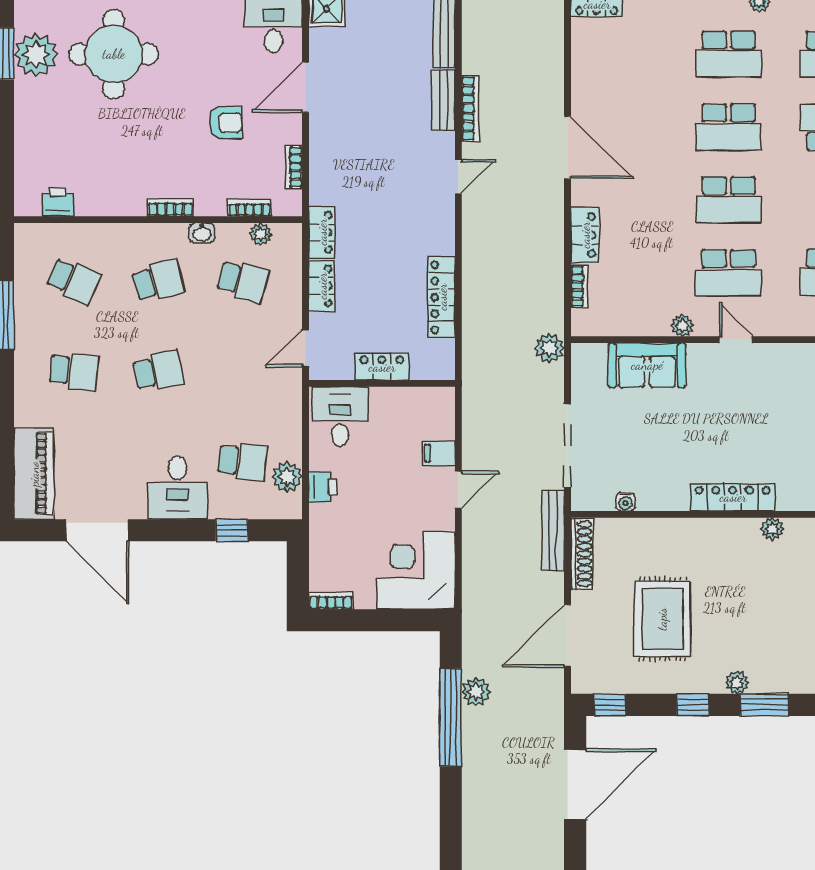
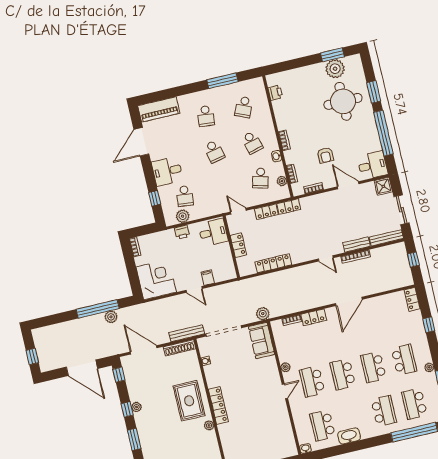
school desk: (729, 54) -> (404, 360), turned 180
sofa: (647, 365) -> (262, 341), moved
rug: (662, 619) -> (189, 401), moved, turned 90
plant: (737, 682) -> (136, 407), moved

